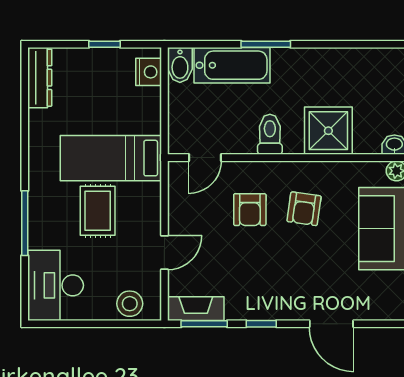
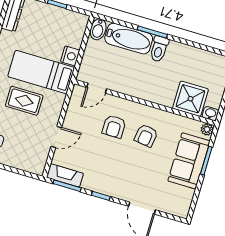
nightstand: (149, 72) -> (70, 56), moved
shower: (328, 131) -> (190, 99), moved
toilet: (270, 134) -> (159, 49), moved, turned 180
rug: (98, 211) -> (24, 101), turned 90
stool: (130, 304) -> (27, 161), removed

